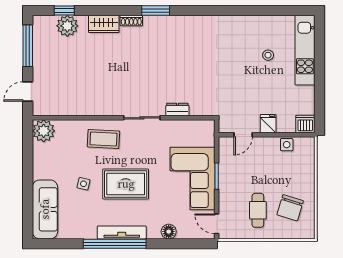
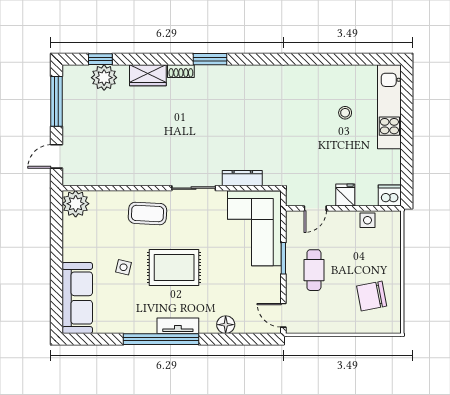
dresser: (177, 110) -> (242, 178), width x1.44
corner sofa: (192, 178) -> (254, 228), moved
chair: (290, 208) -> (372, 296), turned 62
cafe table: (258, 210) -> (314, 270), moved
tv unit: (122, 232) -> (178, 326), width x0.71

